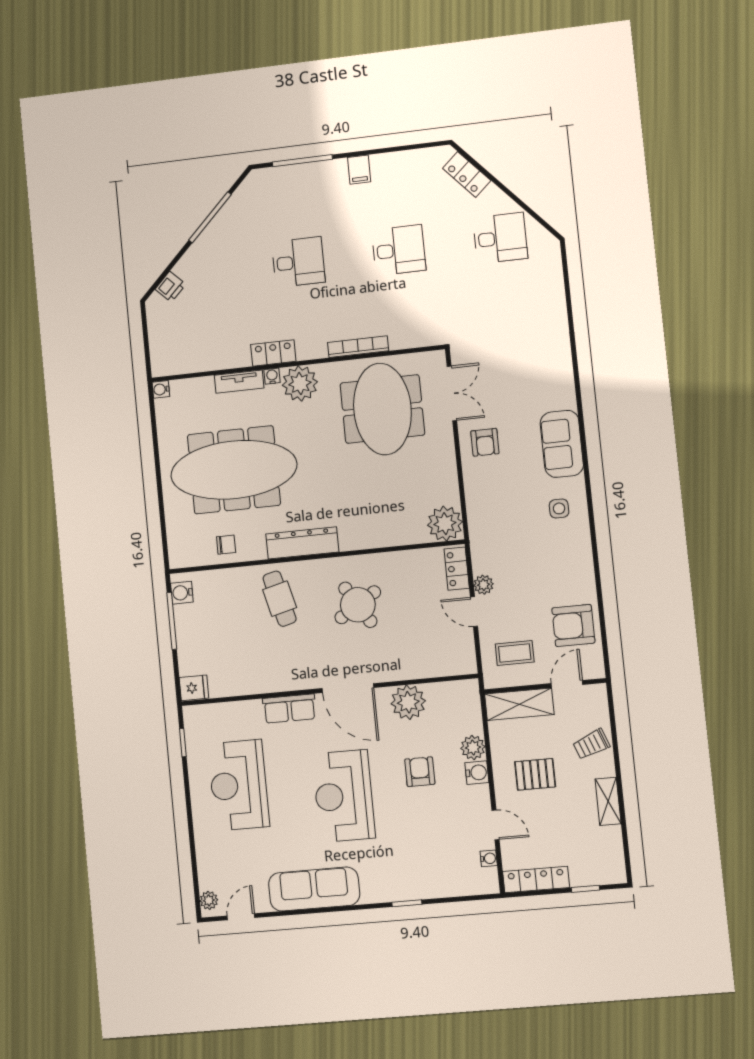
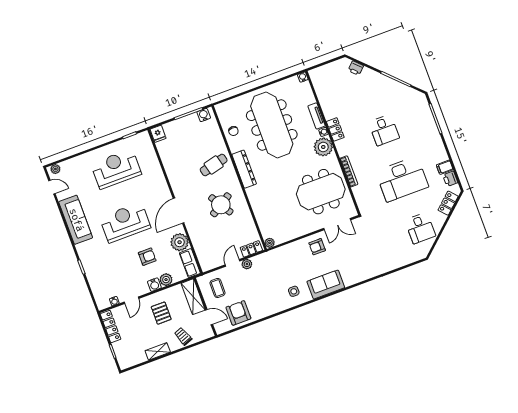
printer: (422, 159) -> (450, 179), added
filing cabinet: (359, 170) -> (445, 167), moved
desk: (399, 250) -> (402, 179), width x1.87, depth x1.30
plant: (445, 524) -> (270, 243), width x0.53, depth x0.53
row of seats: (289, 709) -> (190, 263), moved

